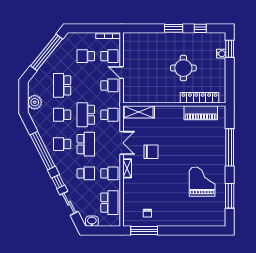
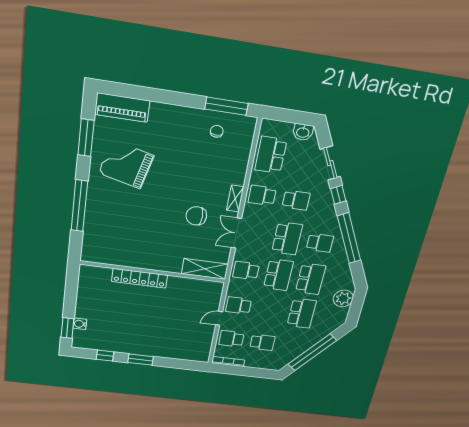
round table: (183, 68) -> (134, 313), removed
door: (122, 73) -> (219, 318), swing flipped
locker: (200, 98) -> (140, 278), moved
piano: (201, 113) -> (122, 108), moved, turned 180
school desk: (62, 115) -> (311, 279), width x1.85
school desk: (86, 144) -> (287, 238), turned 180
school desk: (86, 173) -> (296, 200), turned 180
grand piano: (202, 182) -> (126, 164), turned 104

